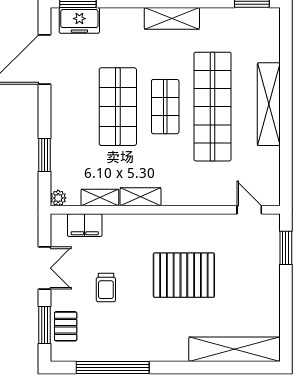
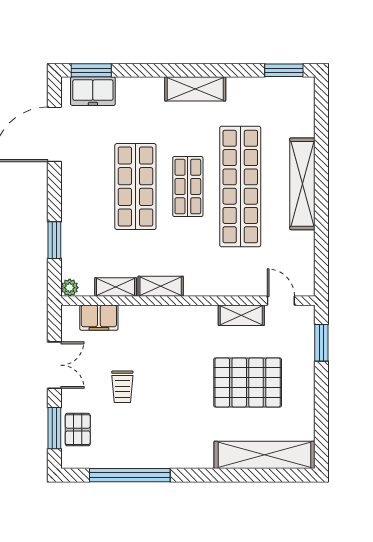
shelving: (213, 223) -> (241, 315), added
pallet: (184, 275) -> (248, 383), moved

